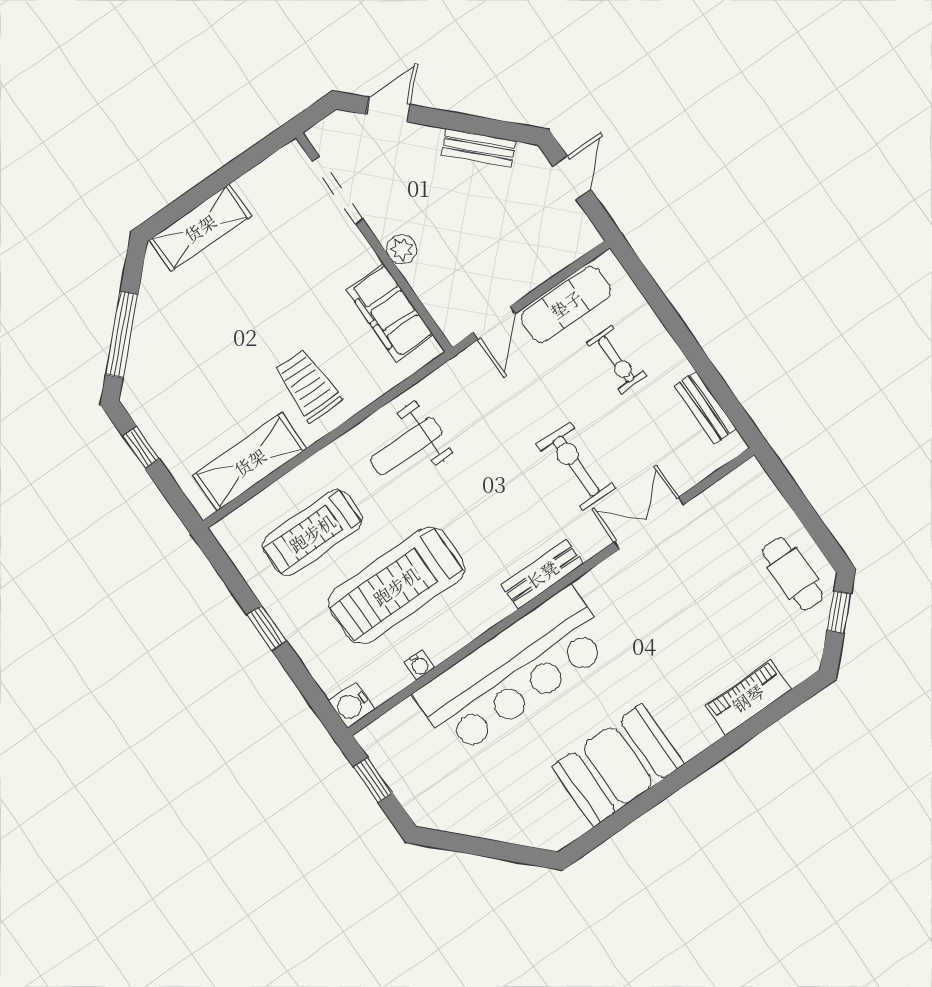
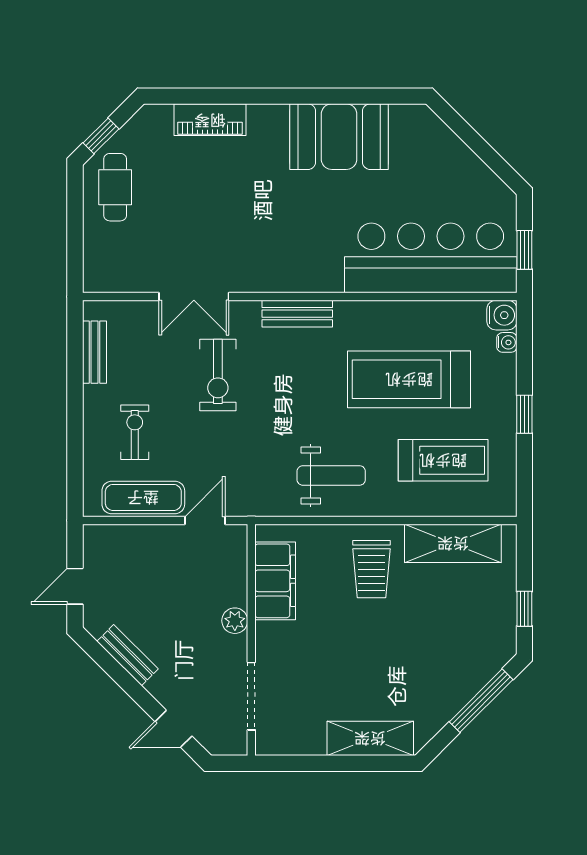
treadmill: (396, 586) -> (409, 379), turned 180
water cooler: (419, 665) -> (507, 342), moved, turned 90
bar counter: (513, 671) -> (431, 258), moved

